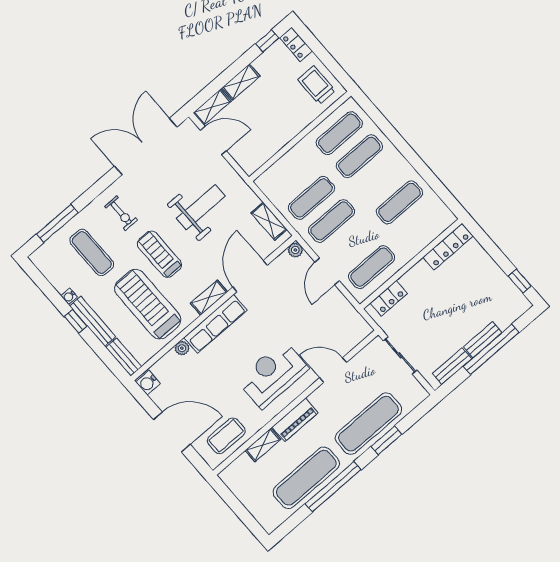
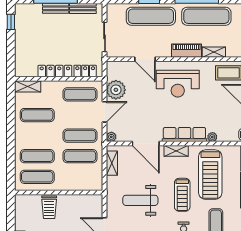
trolley: (317, 85) -> (49, 207), moved
shelving: (438, 225) -> (28, 86), added
locker: (448, 247) -> (55, 71), moved
door: (250, 276) -> (146, 144), hinge flipped
plant: (336, 307) -> (116, 90), added

